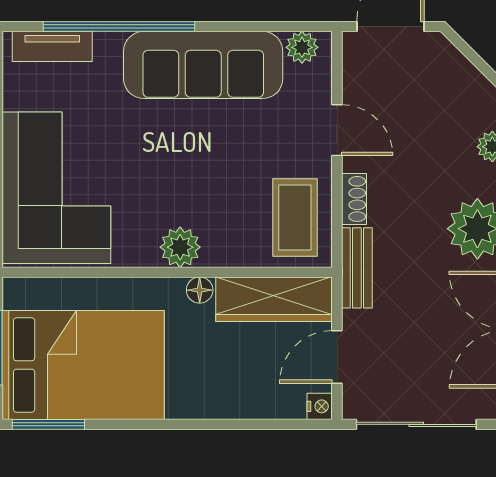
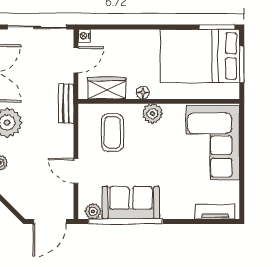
window: (119, 26) -> (125, 221), moved
sofa: (203, 65) -> (131, 203), width x0.73
shoe rack: (354, 199) -> (68, 137), removed
coffee table: (295, 218) -> (112, 133), moved
wardrobe: (274, 299) -> (107, 88), width x0.67

